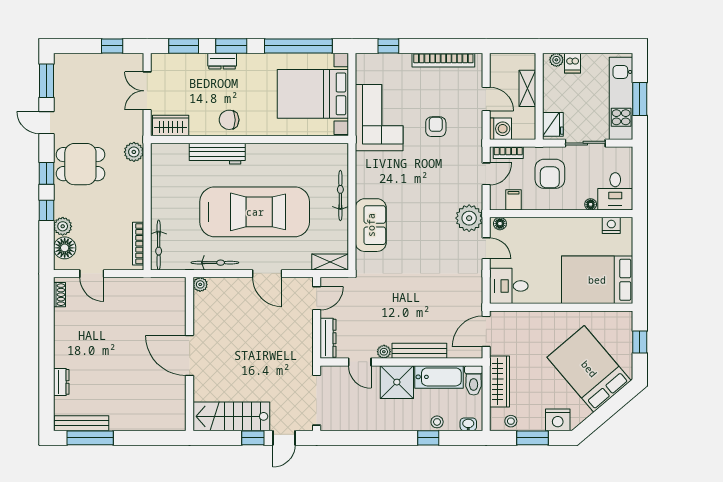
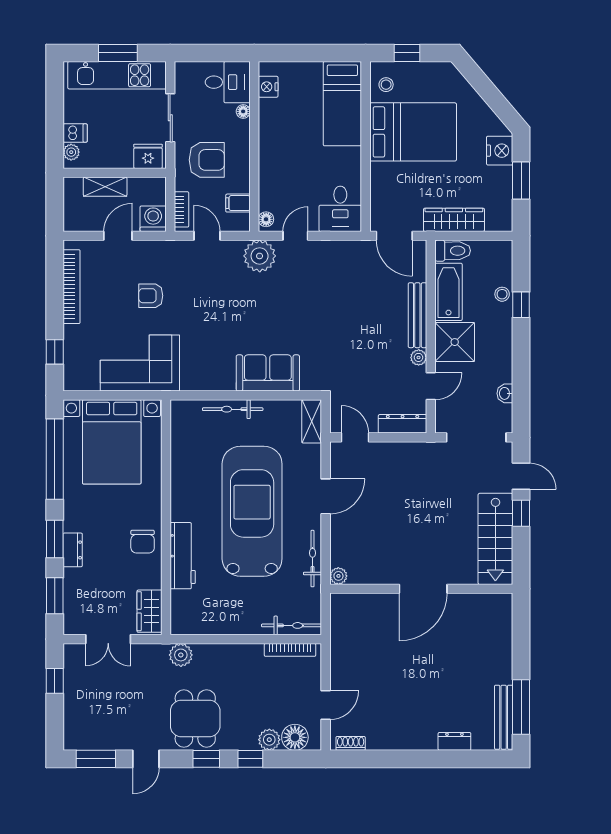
bed: (597, 280) -> (342, 104), width x0.67
bed: (589, 369) -> (413, 132), moved, turned -140
stool: (511, 421) -> (386, 85), moved
washbasin: (468, 424) -> (505, 393), moved

